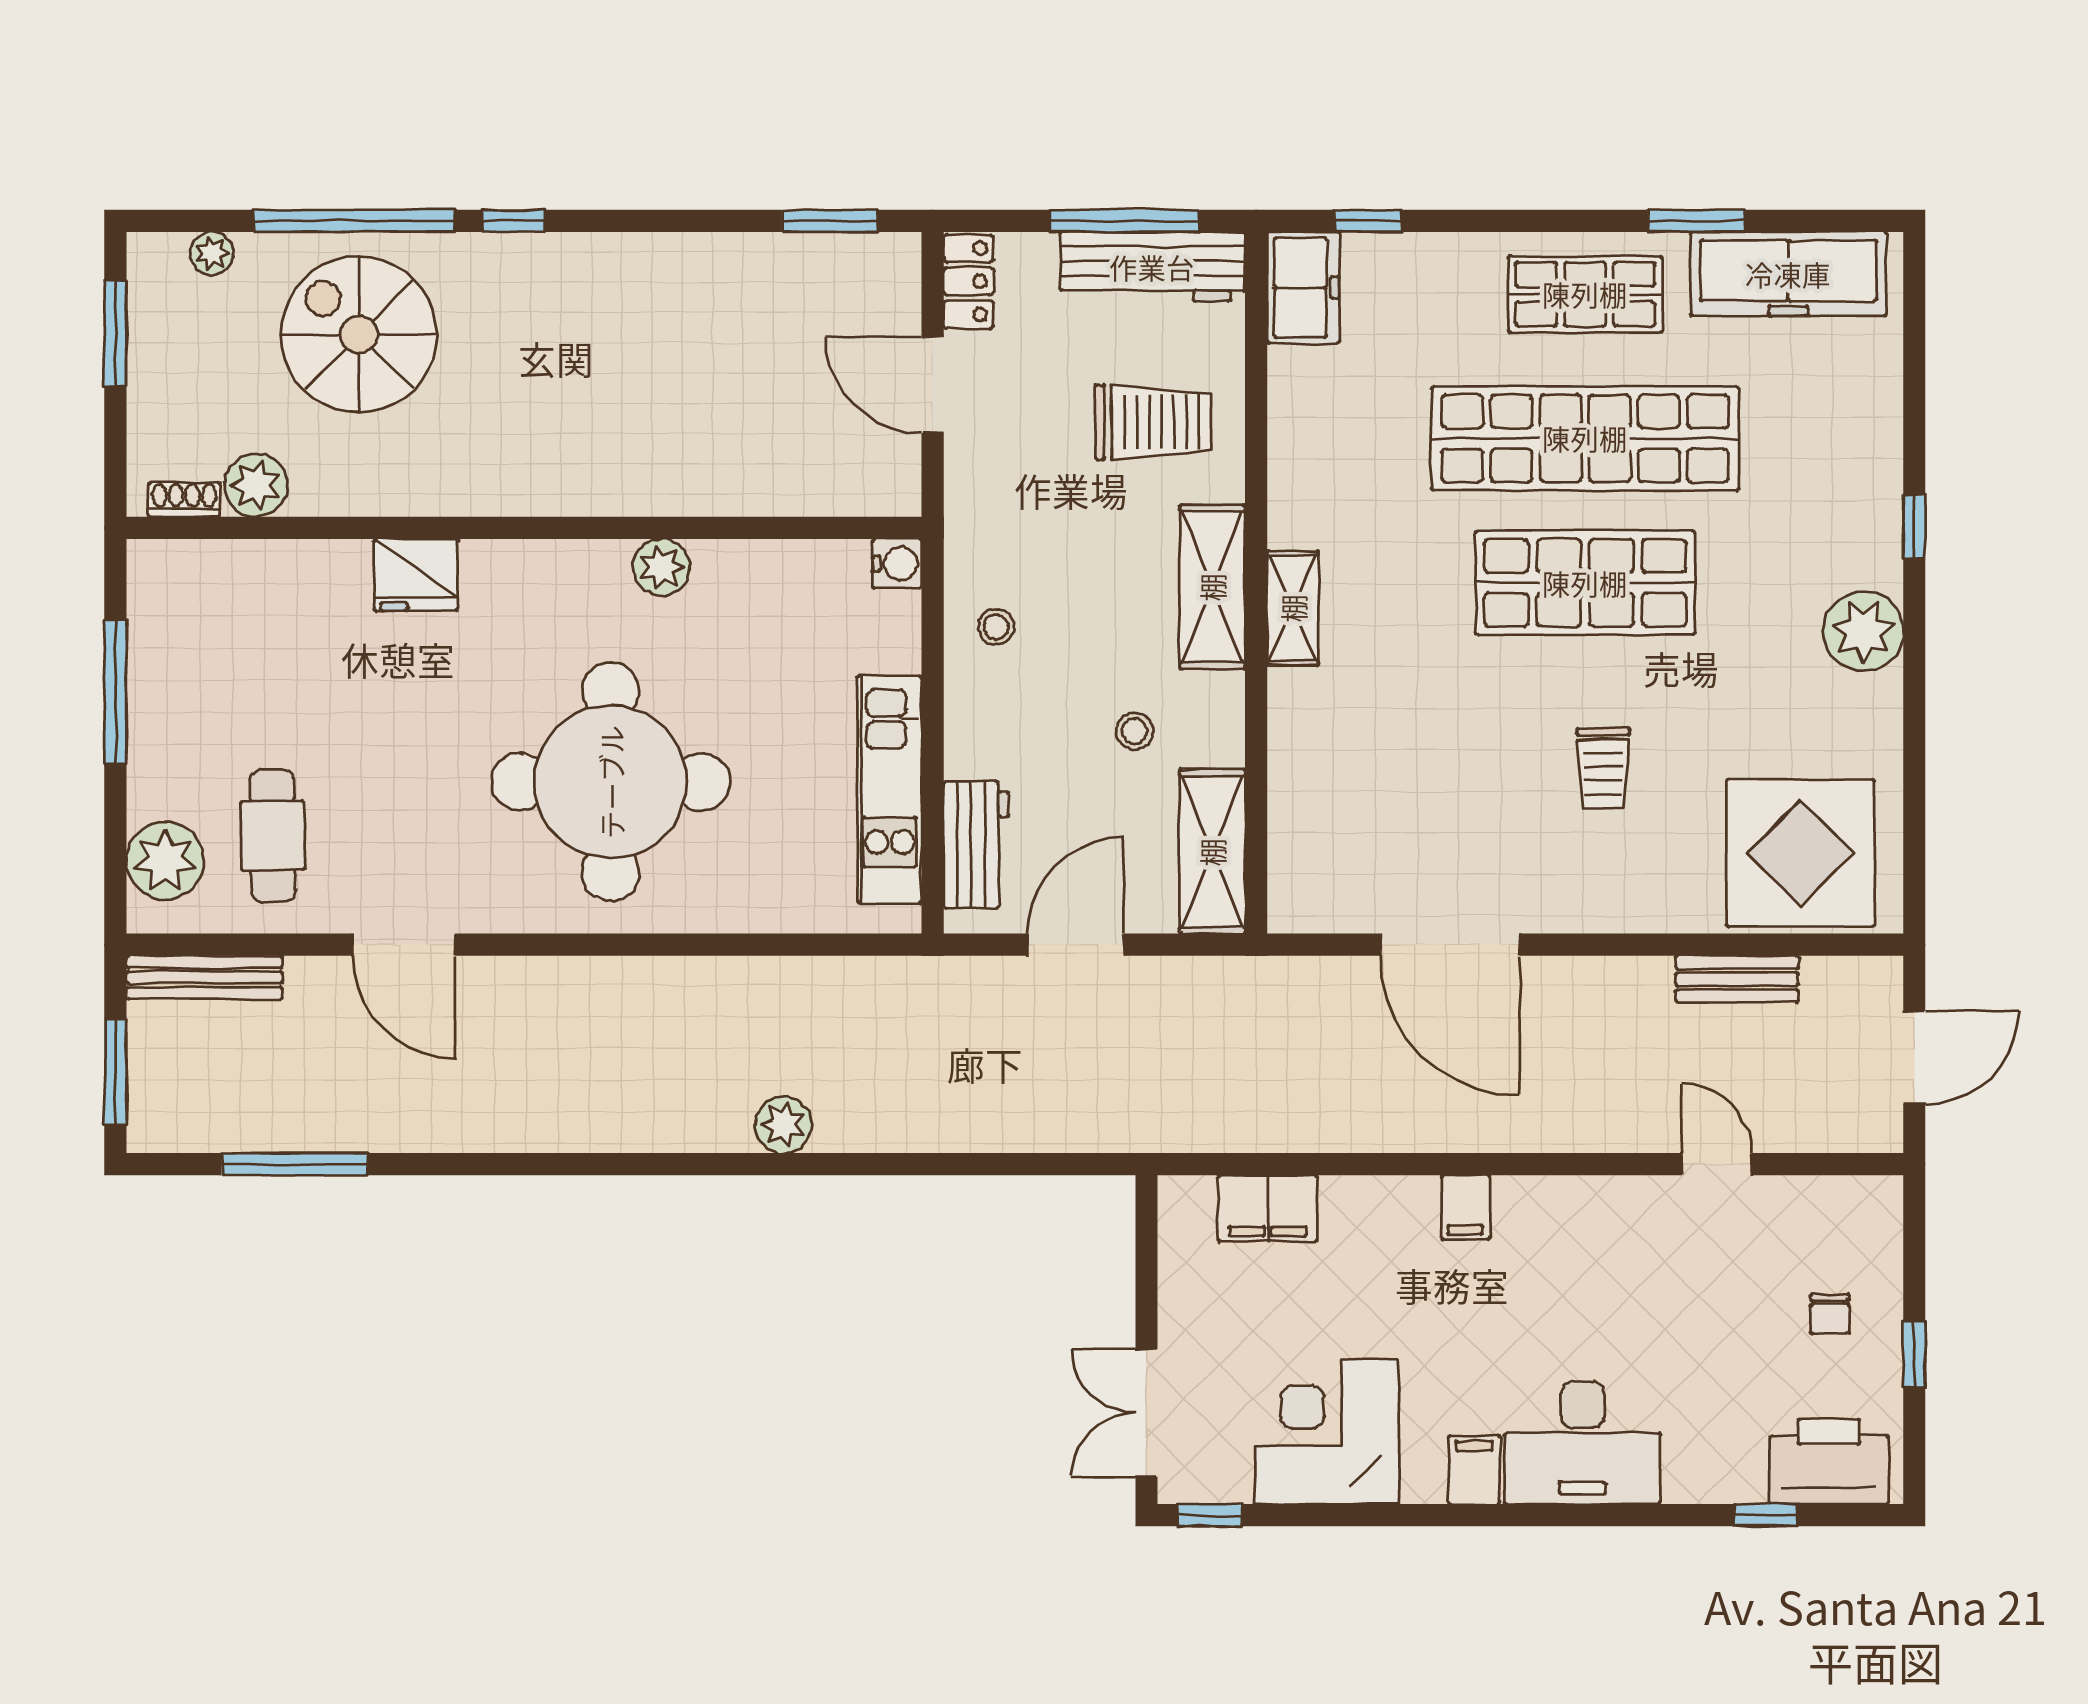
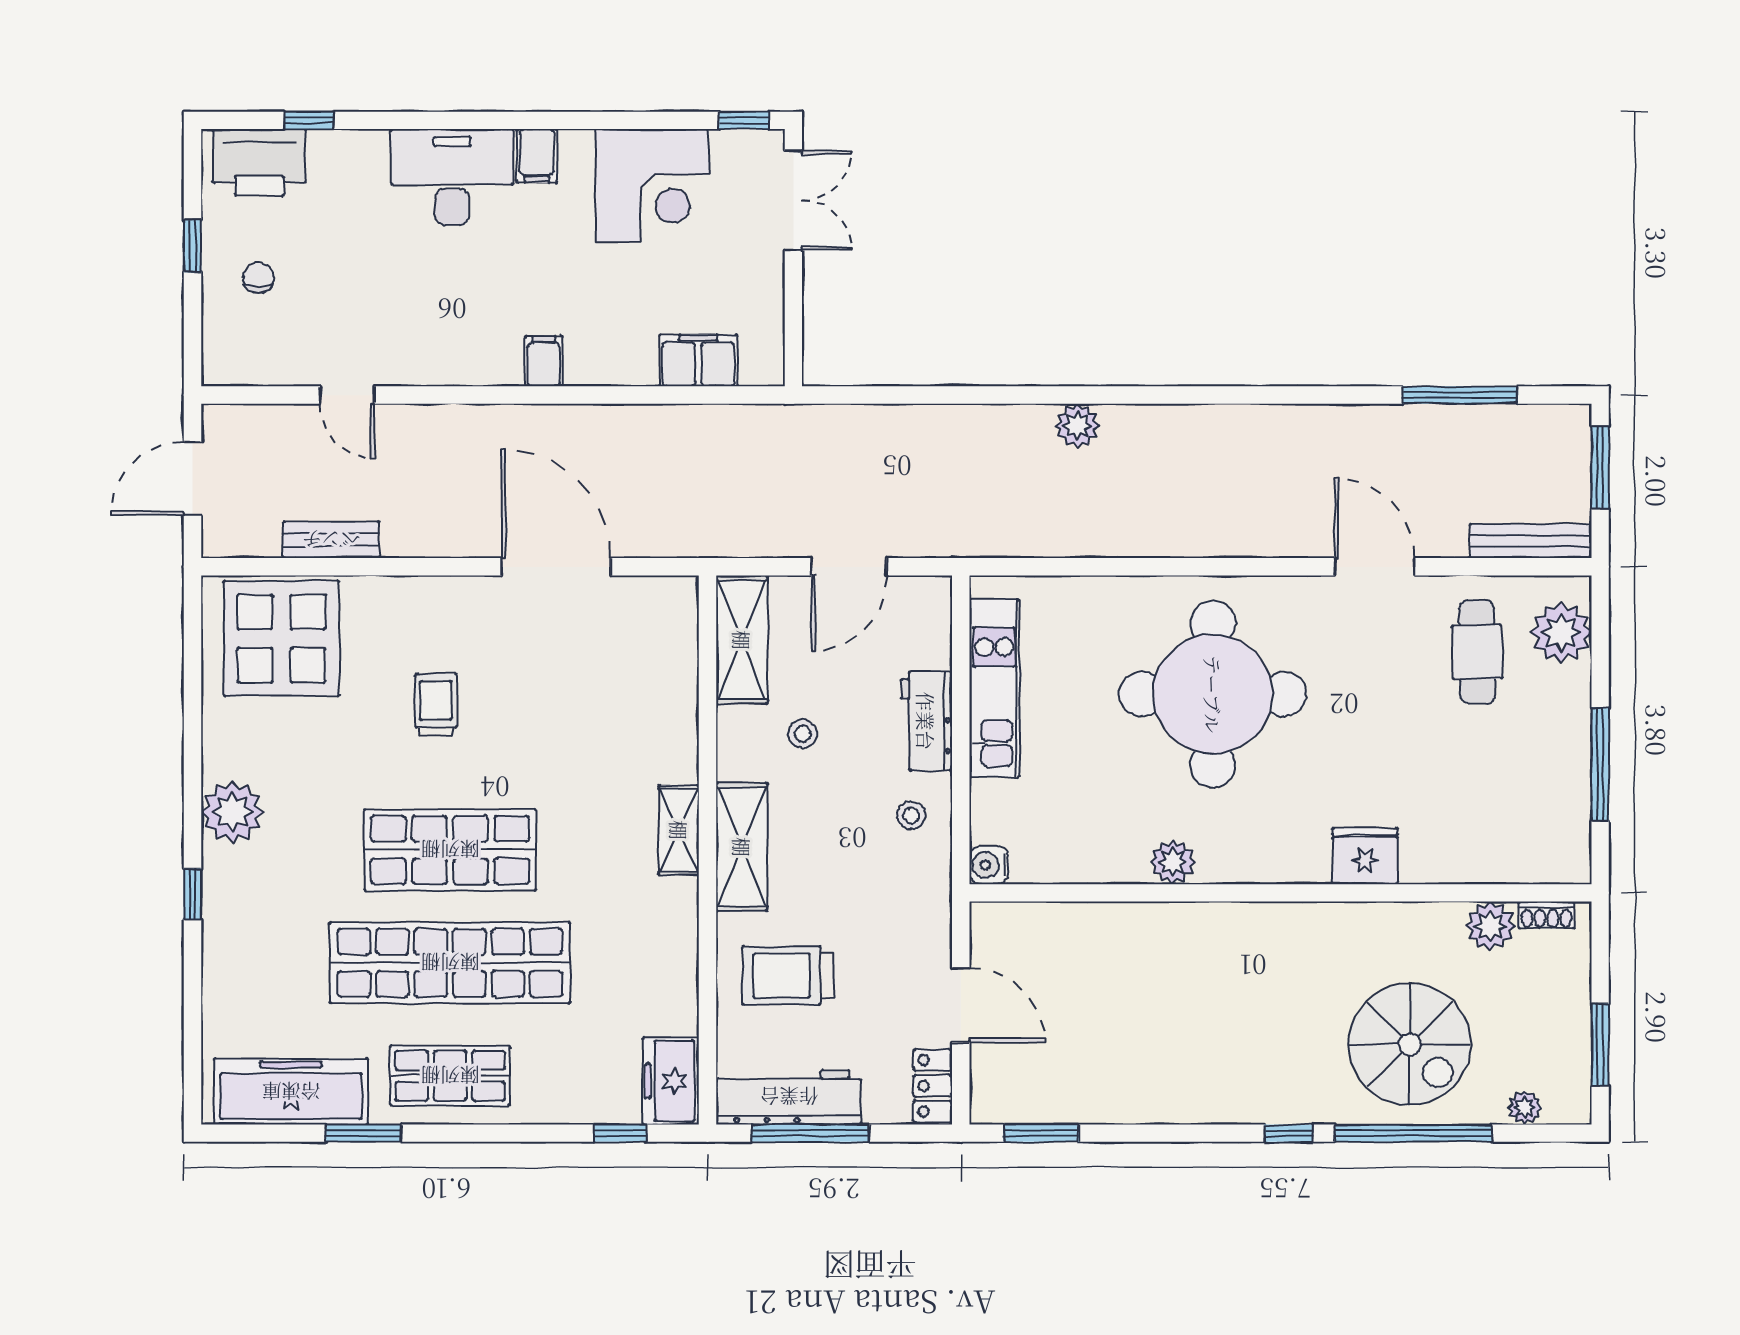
workbench: (976, 845) -> (926, 721), moved

